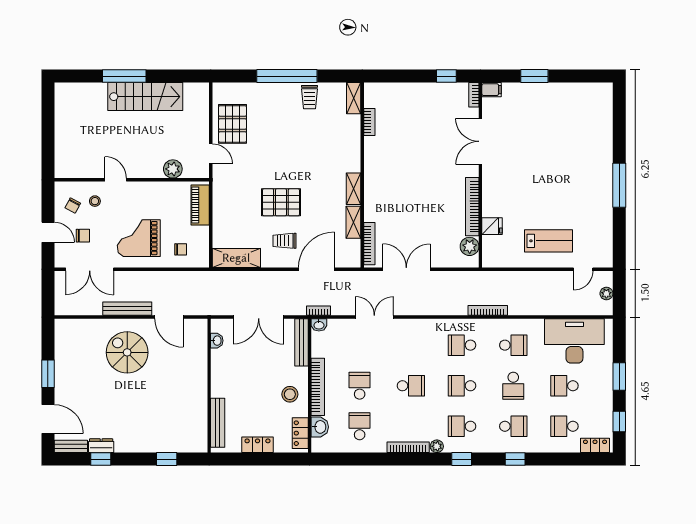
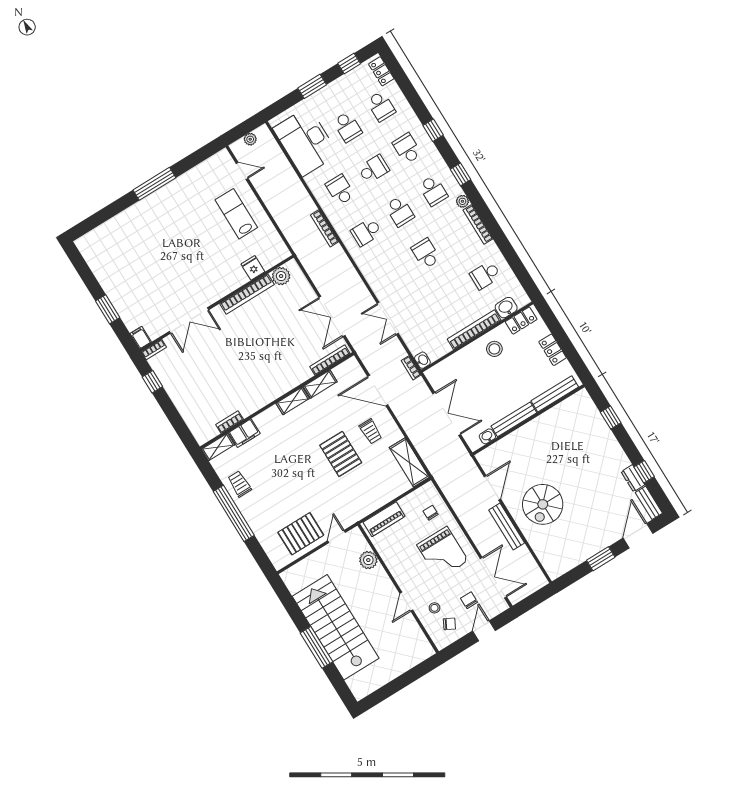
stairs: (145, 97) -> (336, 627), width x1.36, depth x1.51
trolley: (309, 97) -> (240, 484), turned -90
filing cabinet: (352, 129) -> (244, 433), added
bench: (301, 342) -> (514, 419), moved
school desk: (462, 345) -> (366, 232), turned 90
school desk: (360, 386) -> (452, 296), removed

